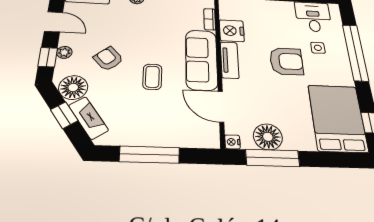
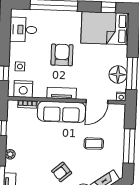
nightstand: (232, 31) -> (23, 89), moved
side table: (318, 48) -> (20, 66), moved
coffee table: (152, 77) -> (94, 144), moved

